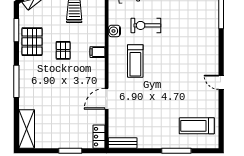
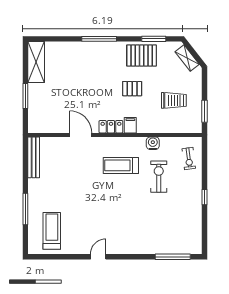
shelving: (27, 129) -> (36, 62), moved, turned 90
locker: (99, 137) -> (111, 127), moved
bench: (123, 143) -> (34, 157), width x1.36

